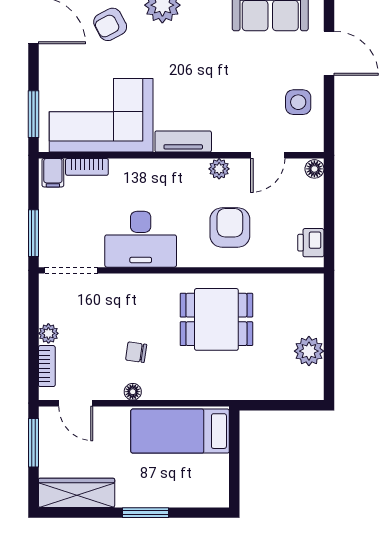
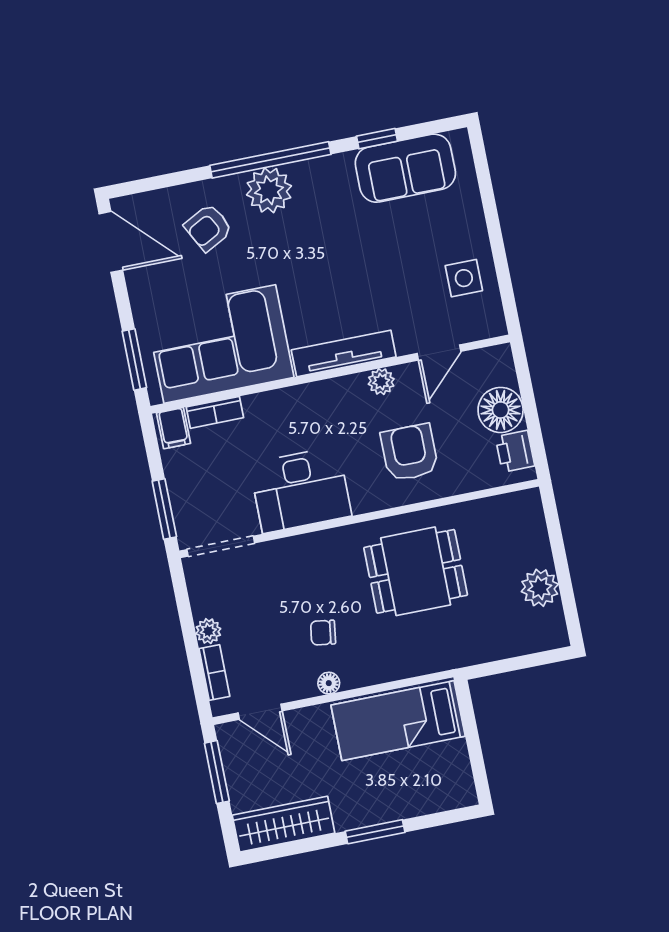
door: (329, 53) -> (490, 209), removed
tv unit: (183, 142) -> (344, 353), width x1.41
floor lamp: (314, 169) -> (501, 410), moved, width x1.89, depth x1.89

